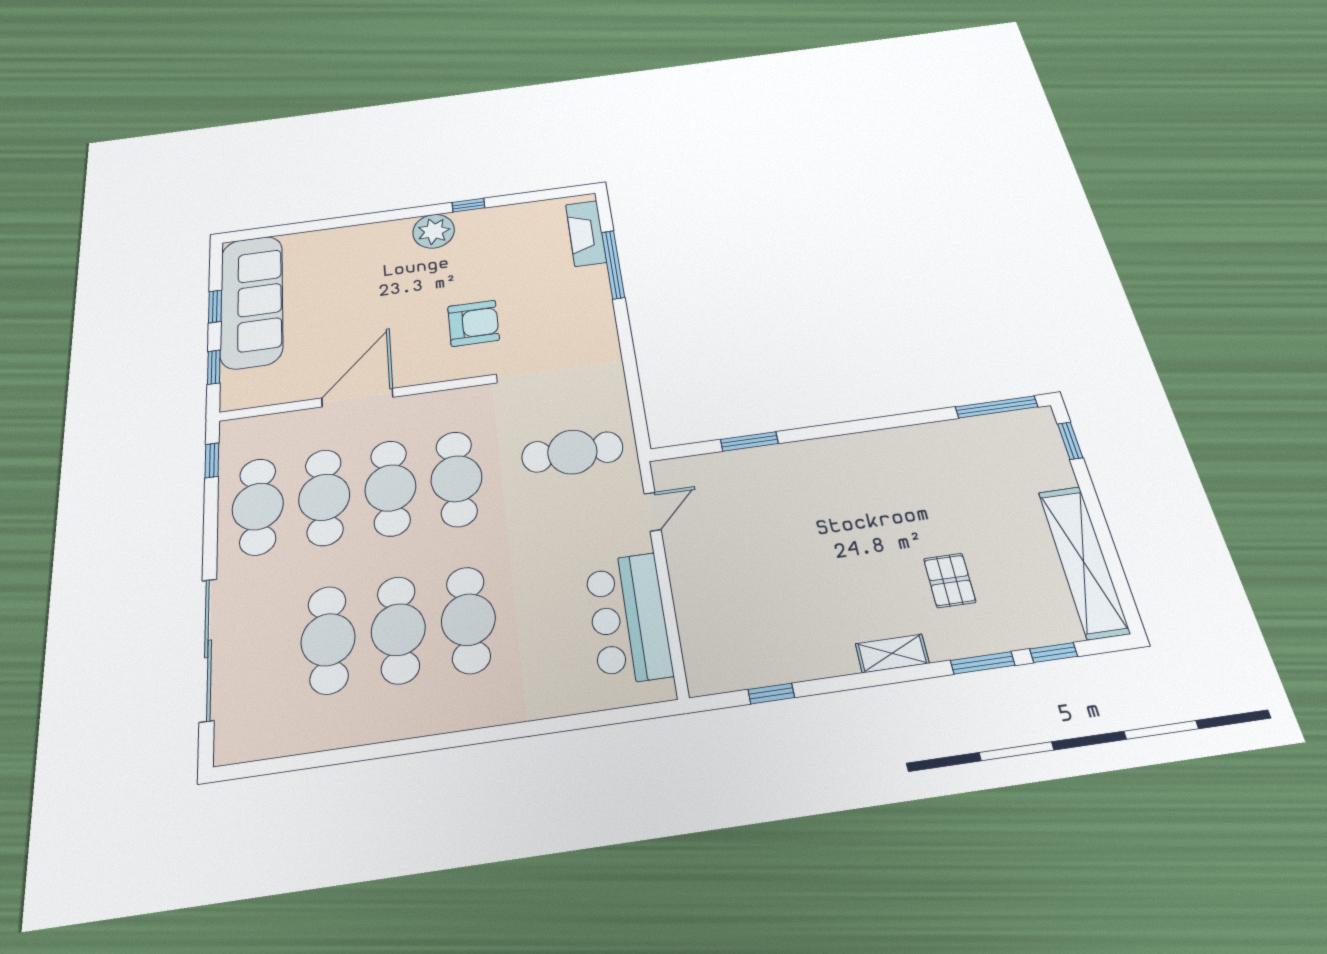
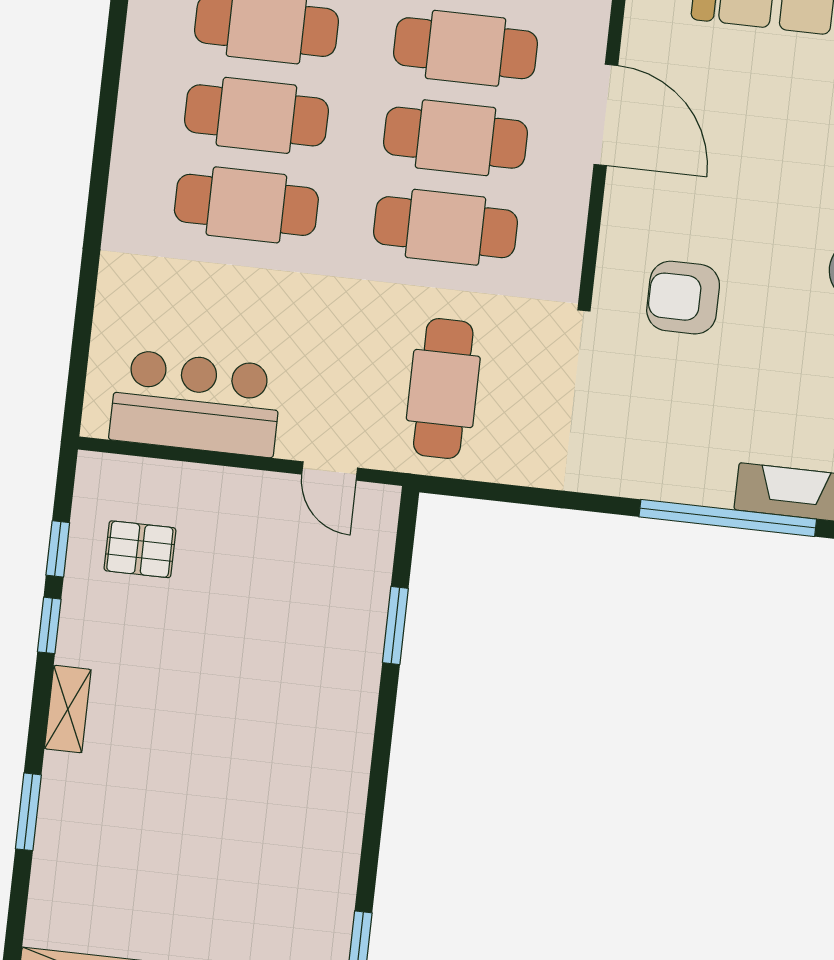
window: (613, 265) -> (728, 518), width x1.46
armchair: (473, 323) -> (683, 298), turned 90
pallet: (950, 580) -> (140, 549), moved
window: (1054, 653) -> (49, 625), moved

